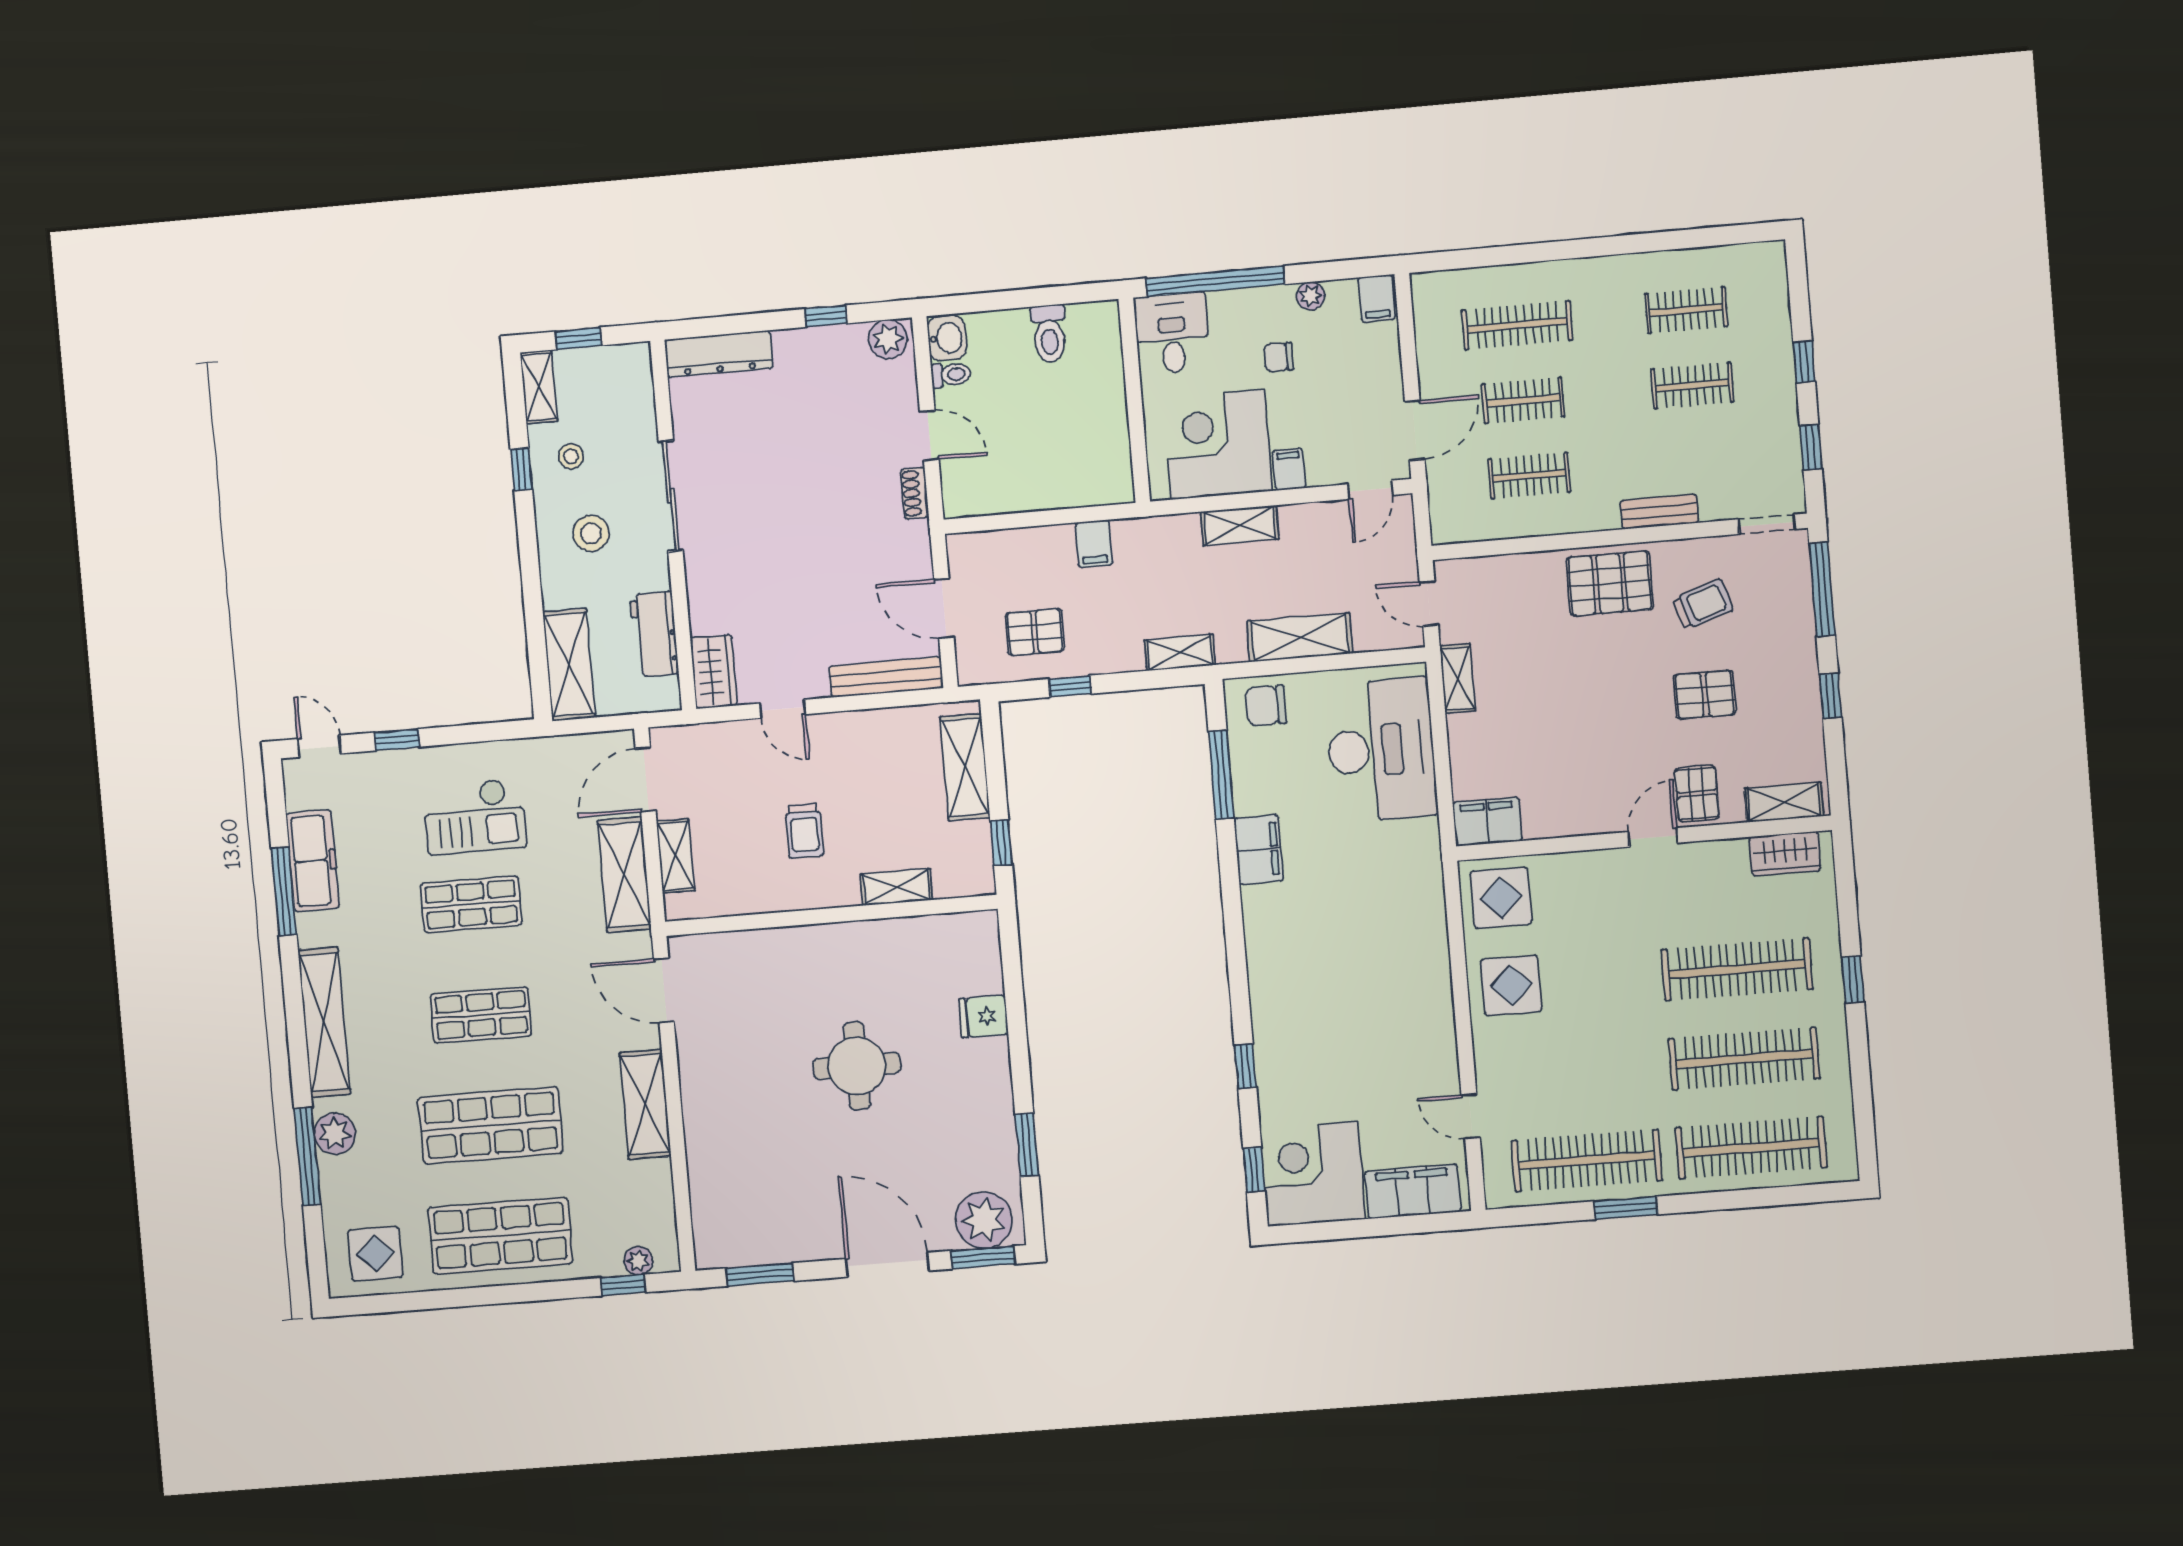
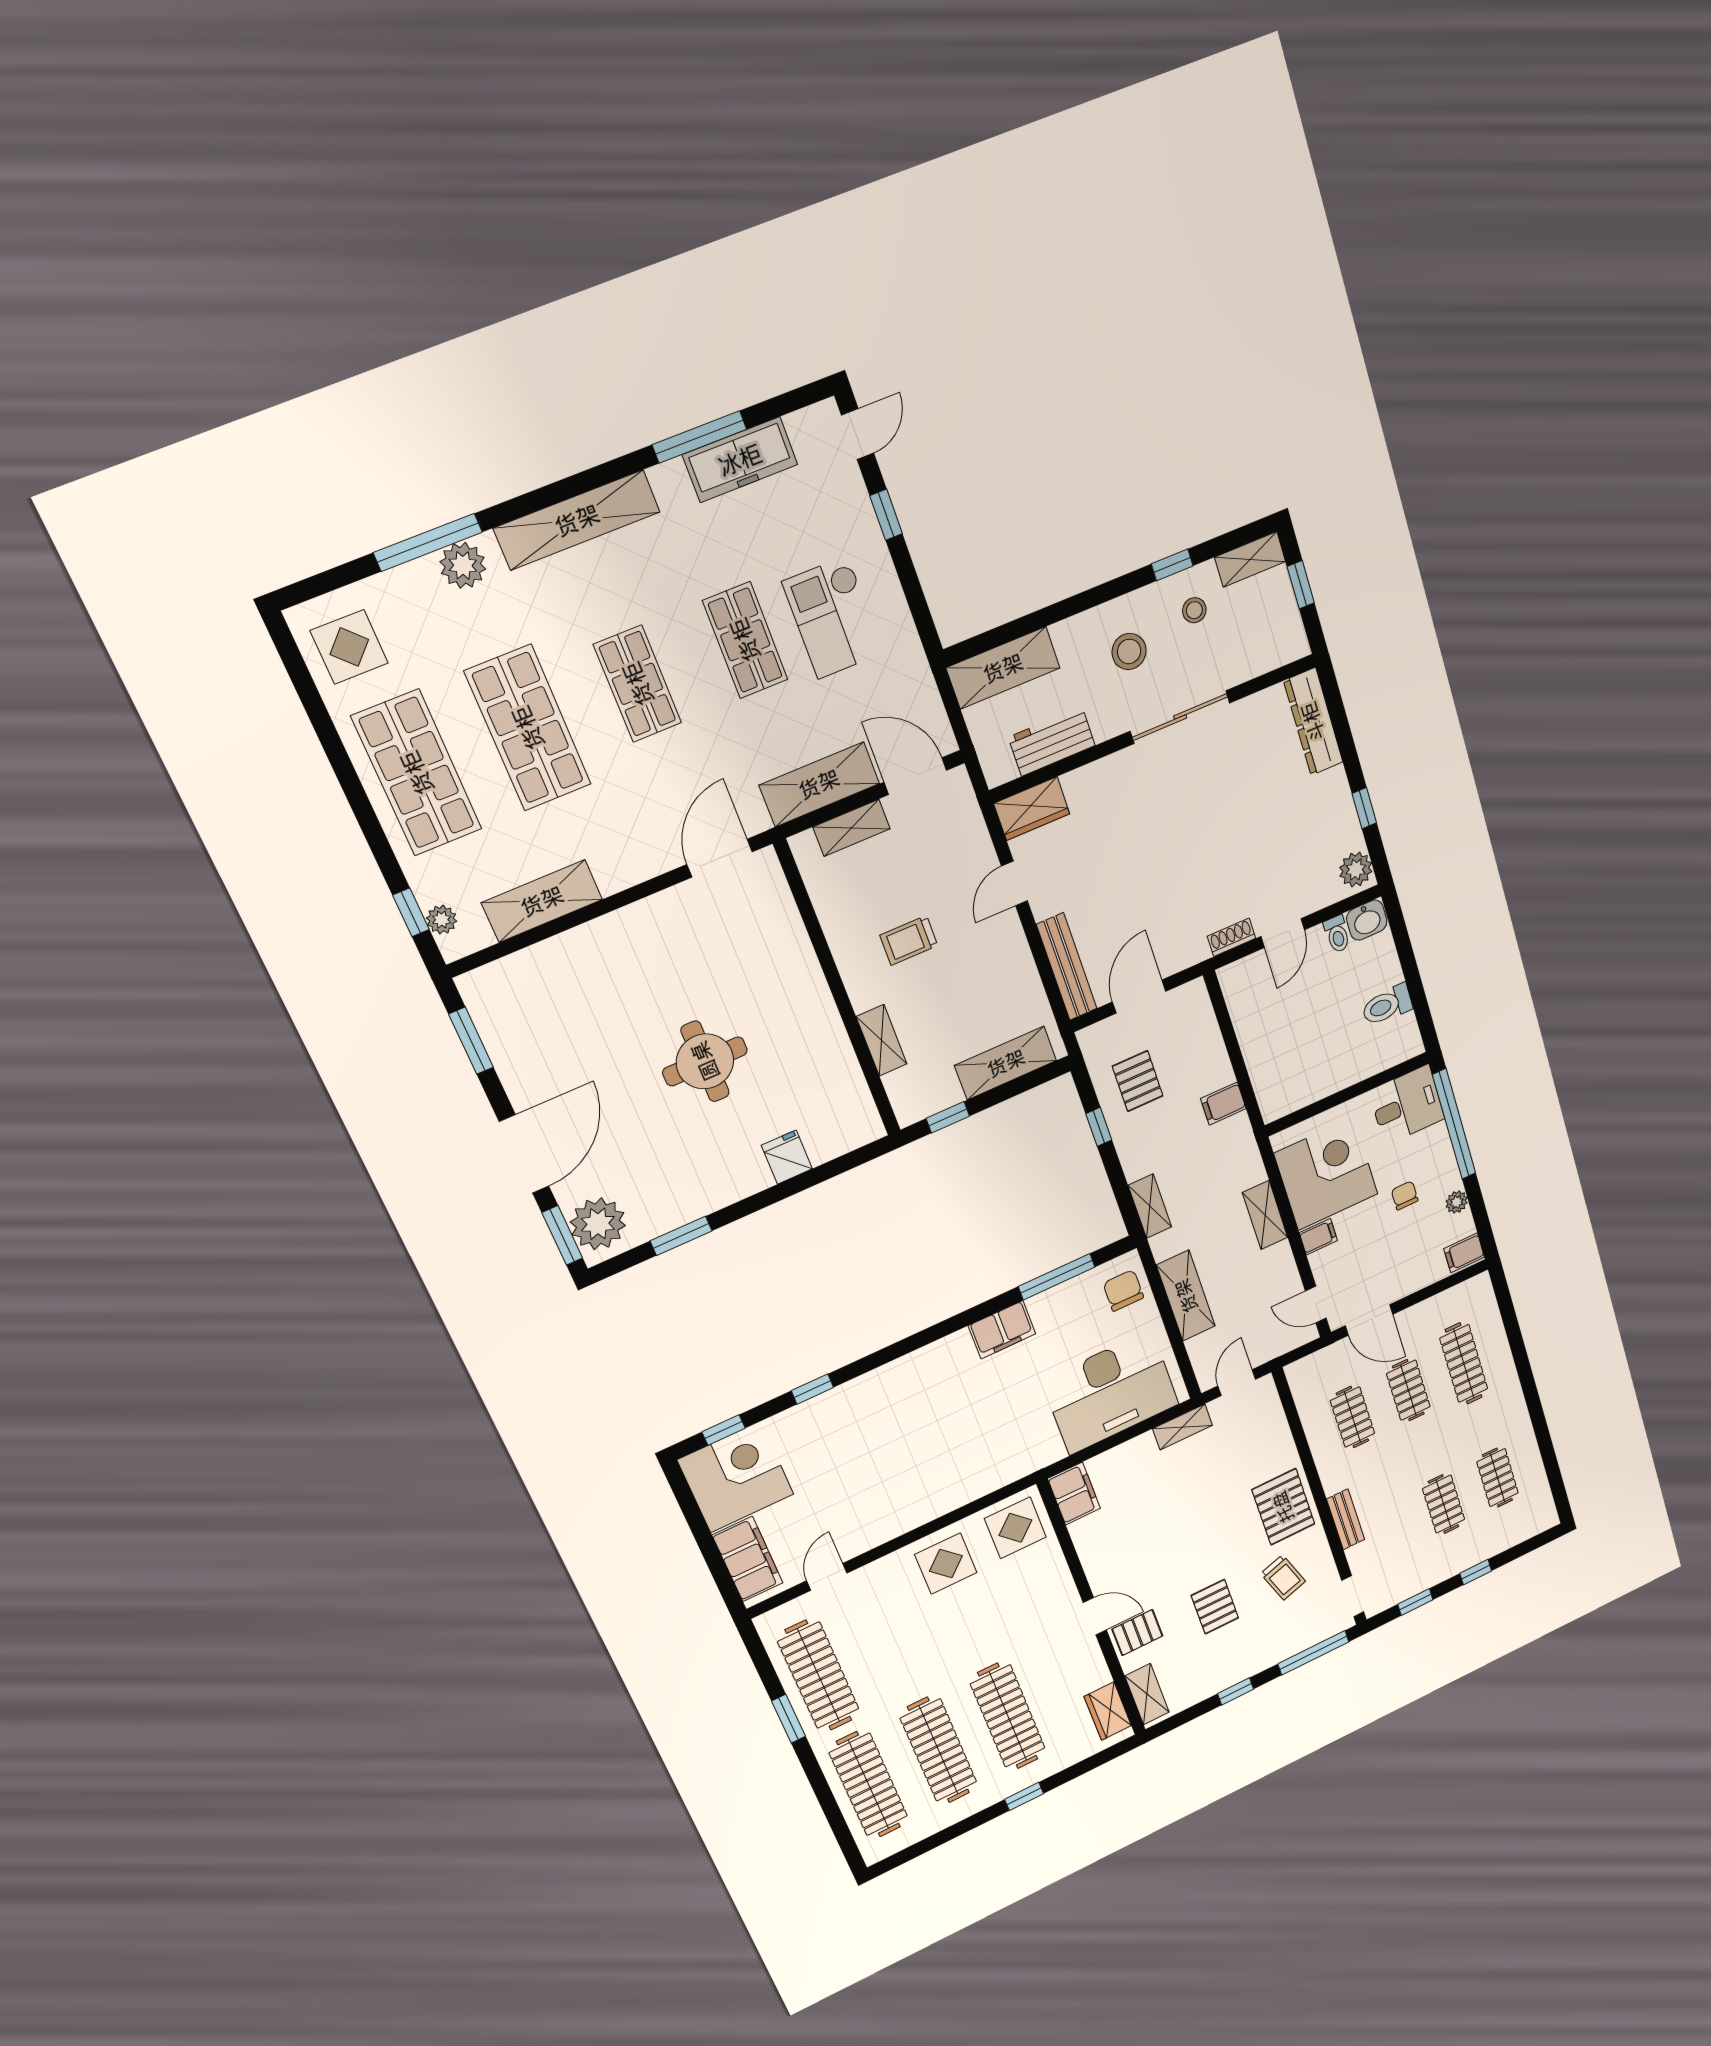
shelving: (645, 1104) -> (542, 901), moved

